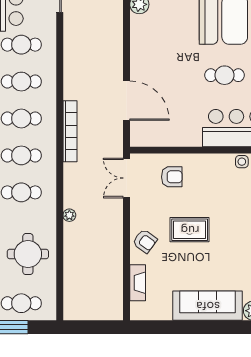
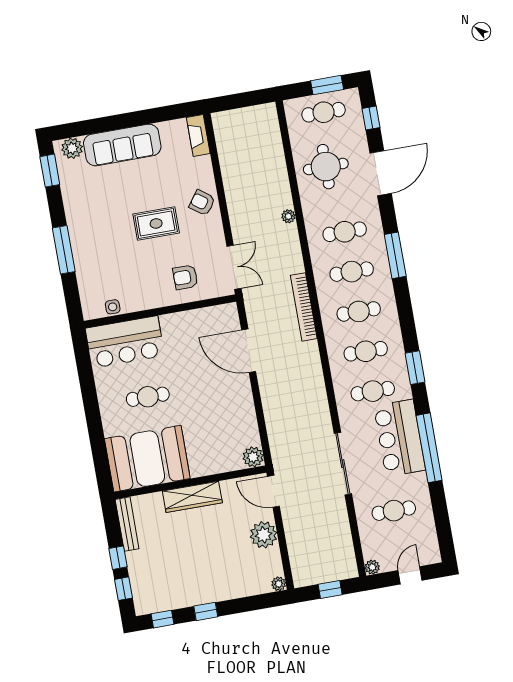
fireplace: (138, 283) -> (198, 135), moved

